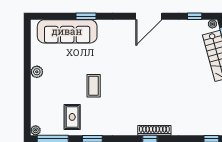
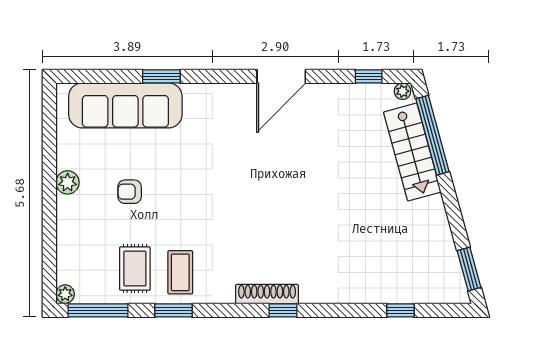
armchair: (69, 77) -> (130, 192), added
coffee table: (94, 86) -> (180, 272), moved
shoe rack: (154, 130) -> (267, 294), moved

